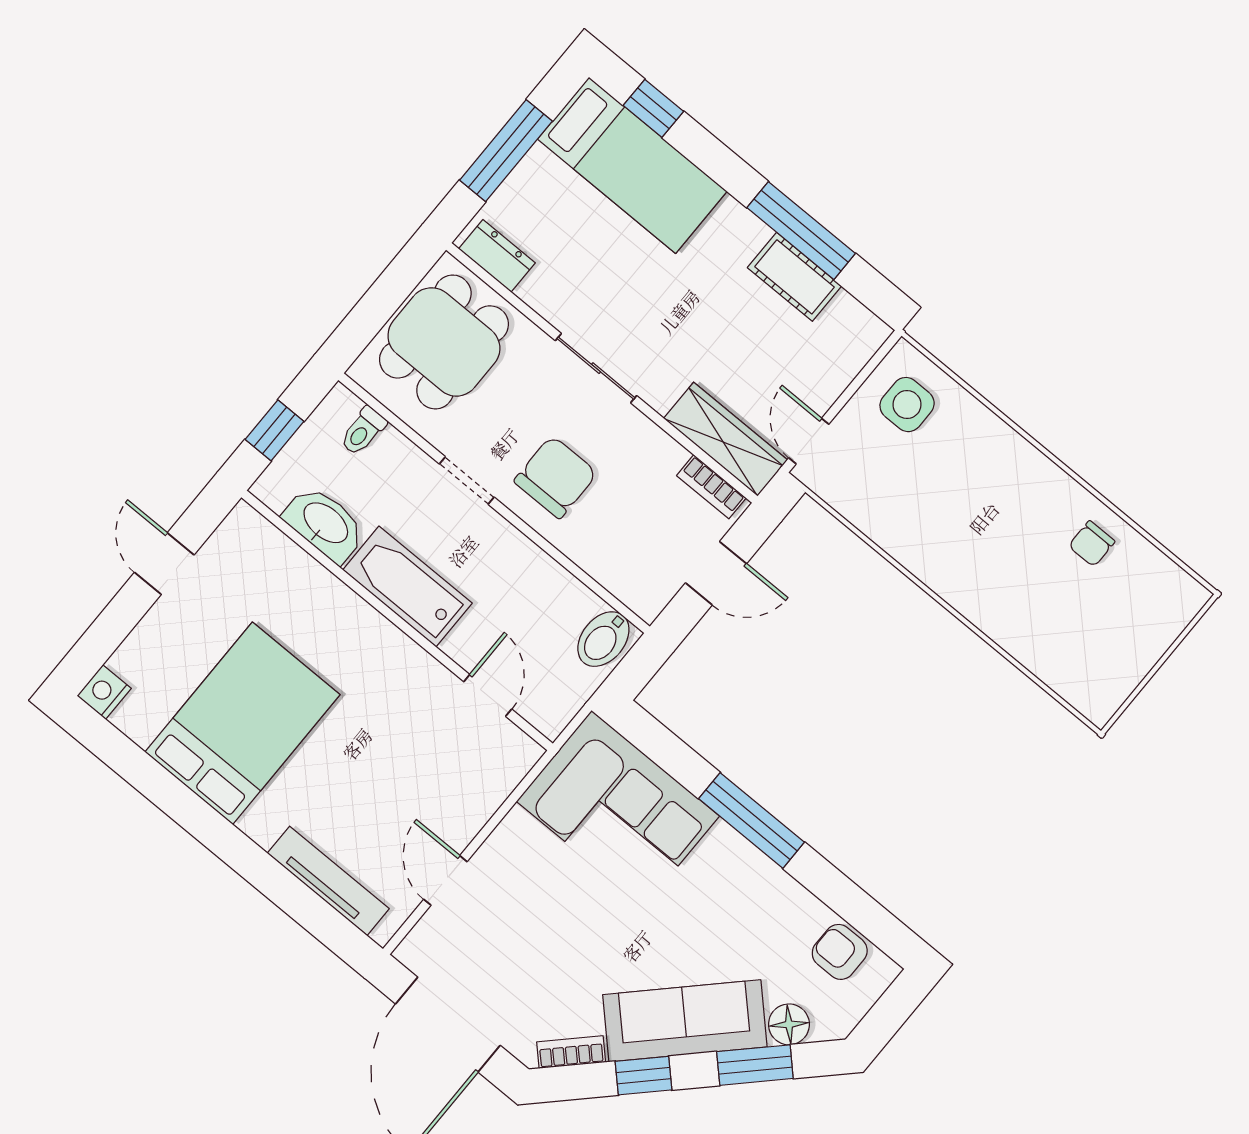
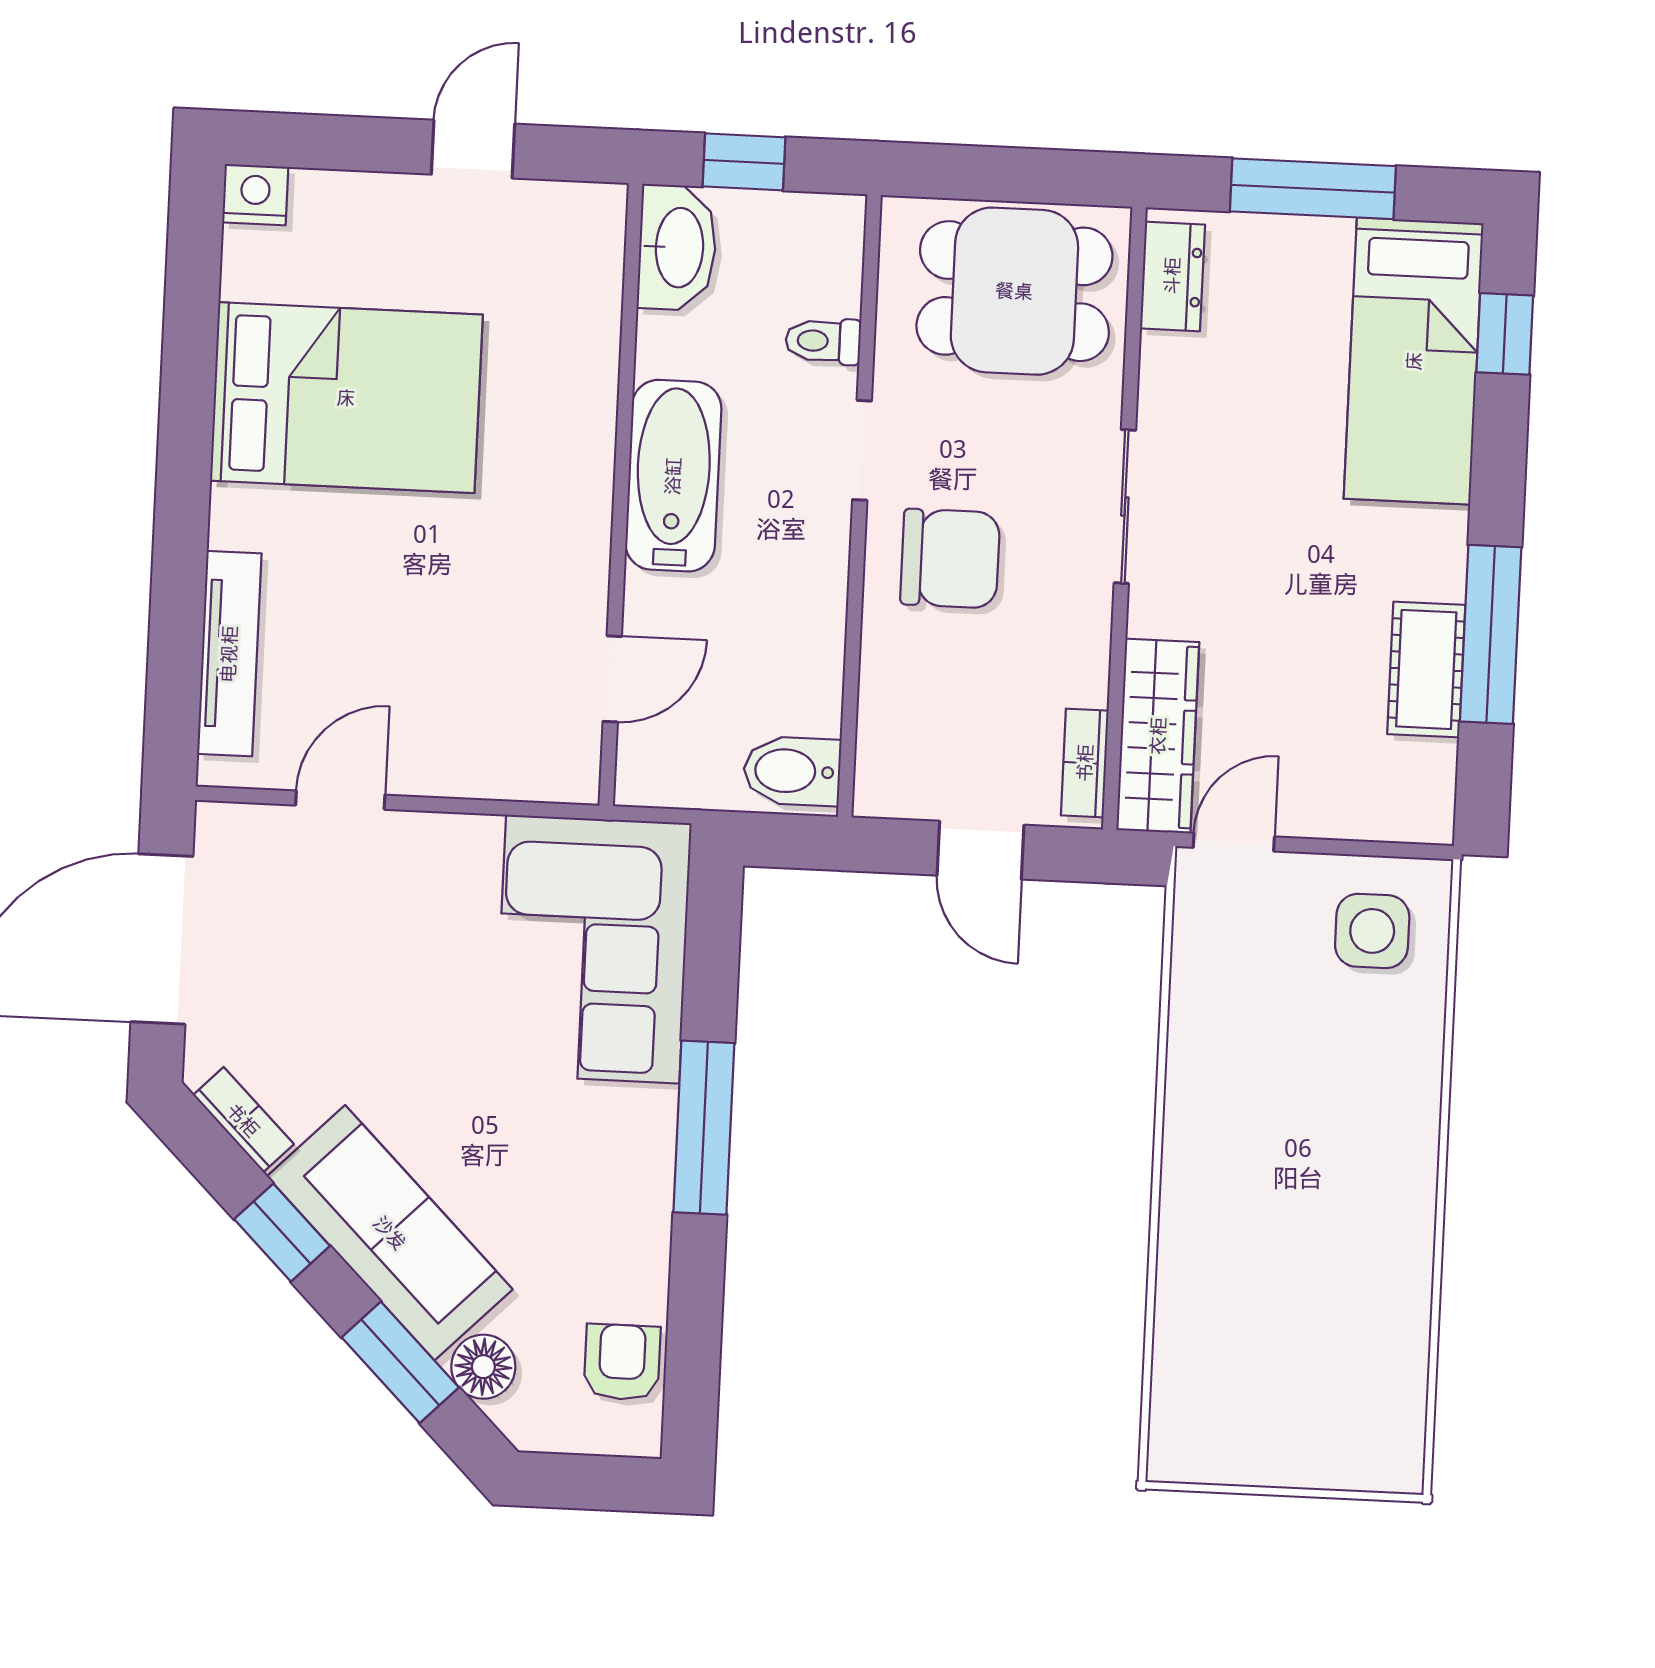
toilet: (363, 431) -> (823, 341), moved
washbasin: (325, 524) -> (677, 247), moved
chair: (1092, 544) -> (1372, 1294), removed

